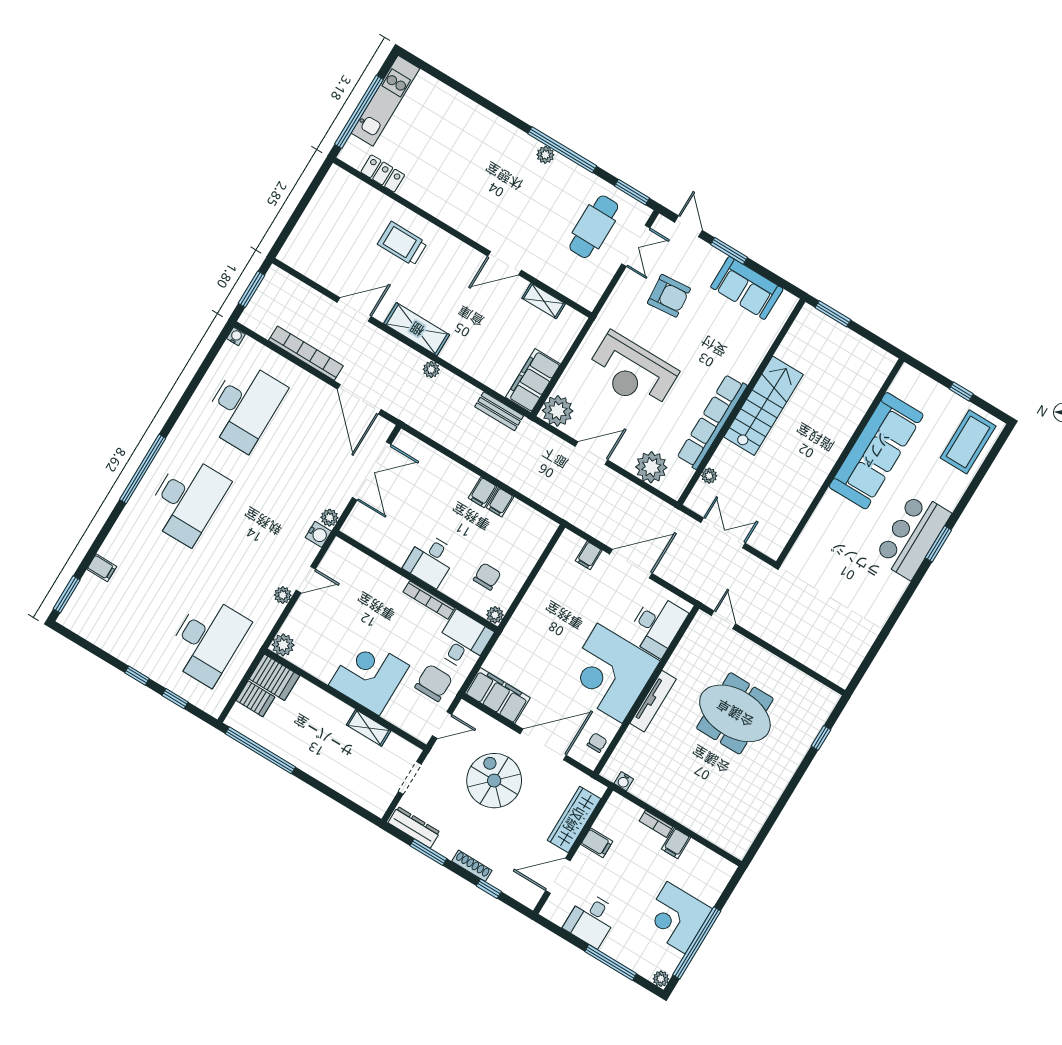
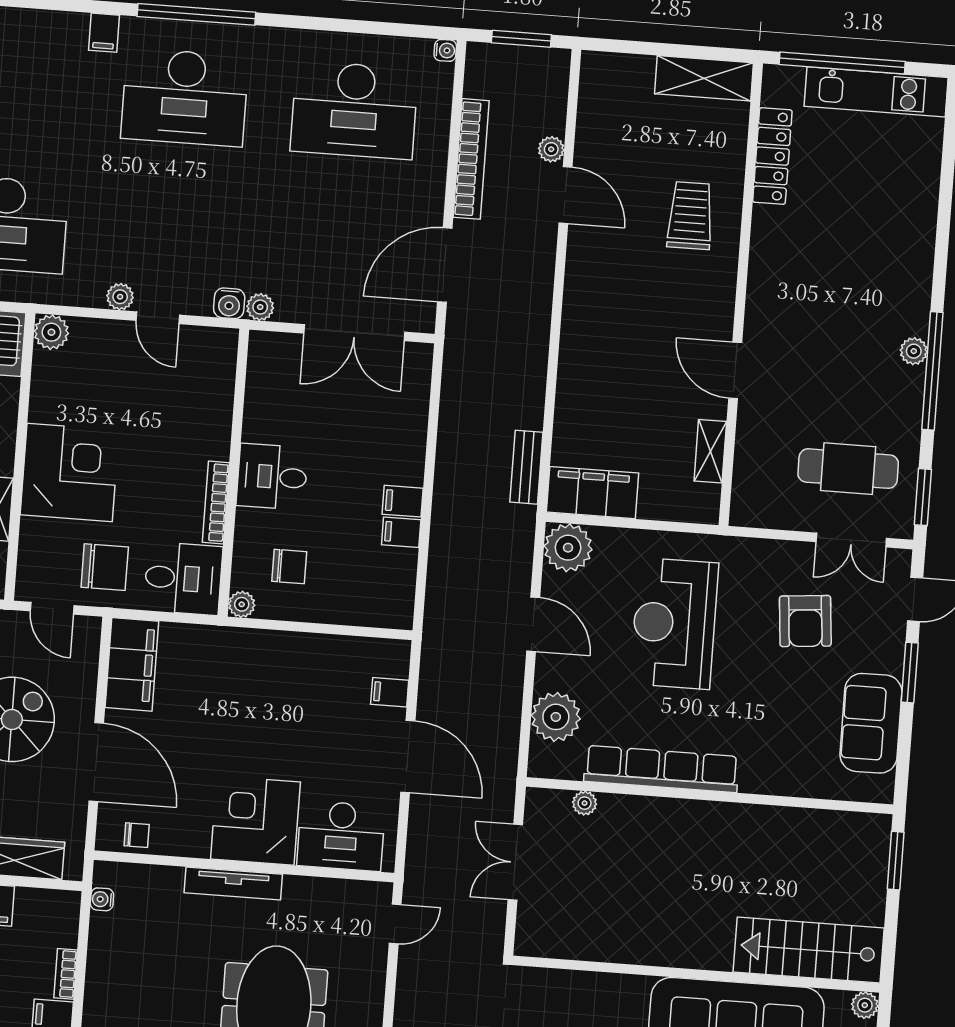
locker: (383, 173) -> (772, 156), width x1.53
shelving: (417, 329) -> (704, 78), moved, turned 90
plant: (431, 369) -> (551, 149), moved
plant: (907, 374) -> (865, 1005), added
stairs: (763, 406) -> (809, 950), moved, turned 180
double door: (723, 533) -> (515, 862), swing flipped
filing cabinet: (102, 568) -> (104, 33), moved
corner desk: (610, 673) -> (255, 820), width x0.74, depth x0.74

